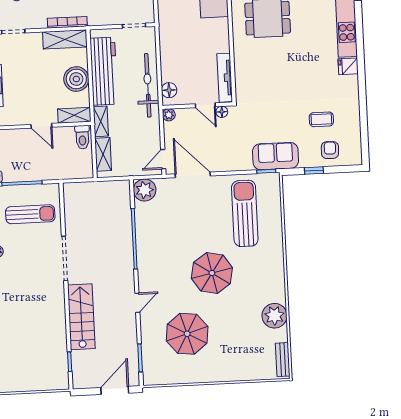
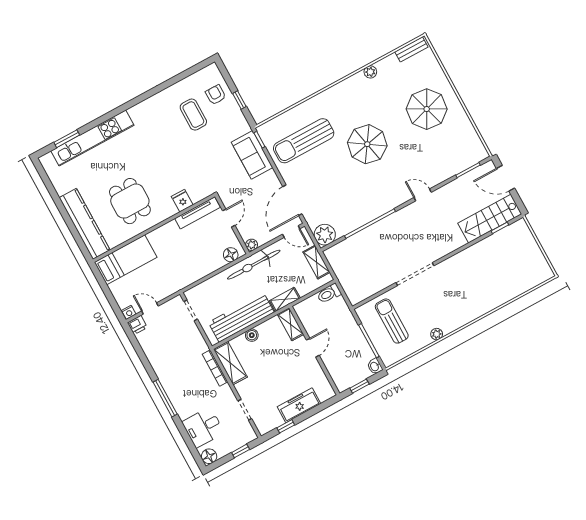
fridge: (348, 66) -> (182, 201), moved, turned 180
boiler: (76, 79) -> (252, 335), width x0.54, depth x0.54
bicycle: (148, 85) -> (254, 265), moved
floor lamp: (222, 112) -> (227, 201), removed
coffee table: (321, 119) -> (193, 115), width x1.36, depth x1.30
toilet: (82, 137) -> (329, 294), moved, turned 180
armchair: (330, 150) -> (216, 95), turned 88
shelving: (103, 154) -> (316, 262), moved, turned 90
sofa: (276, 156) -> (252, 155), moved
plant: (274, 316) -> (370, 72), width x0.53, depth x0.53
stairs: (81, 317) -> (490, 219), moved
parasol: (187, 334) -> (427, 109), moved

